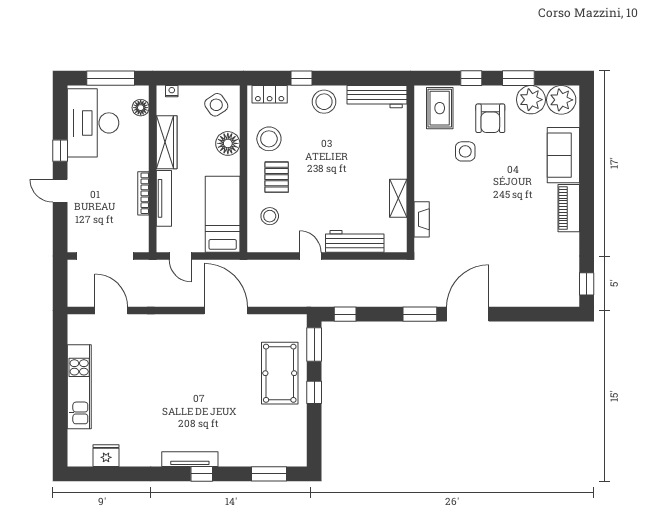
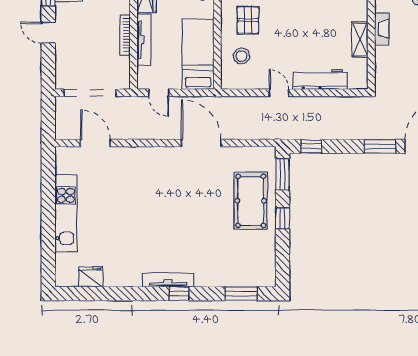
fireplace: (422, 219) -> (382, 29), moved

